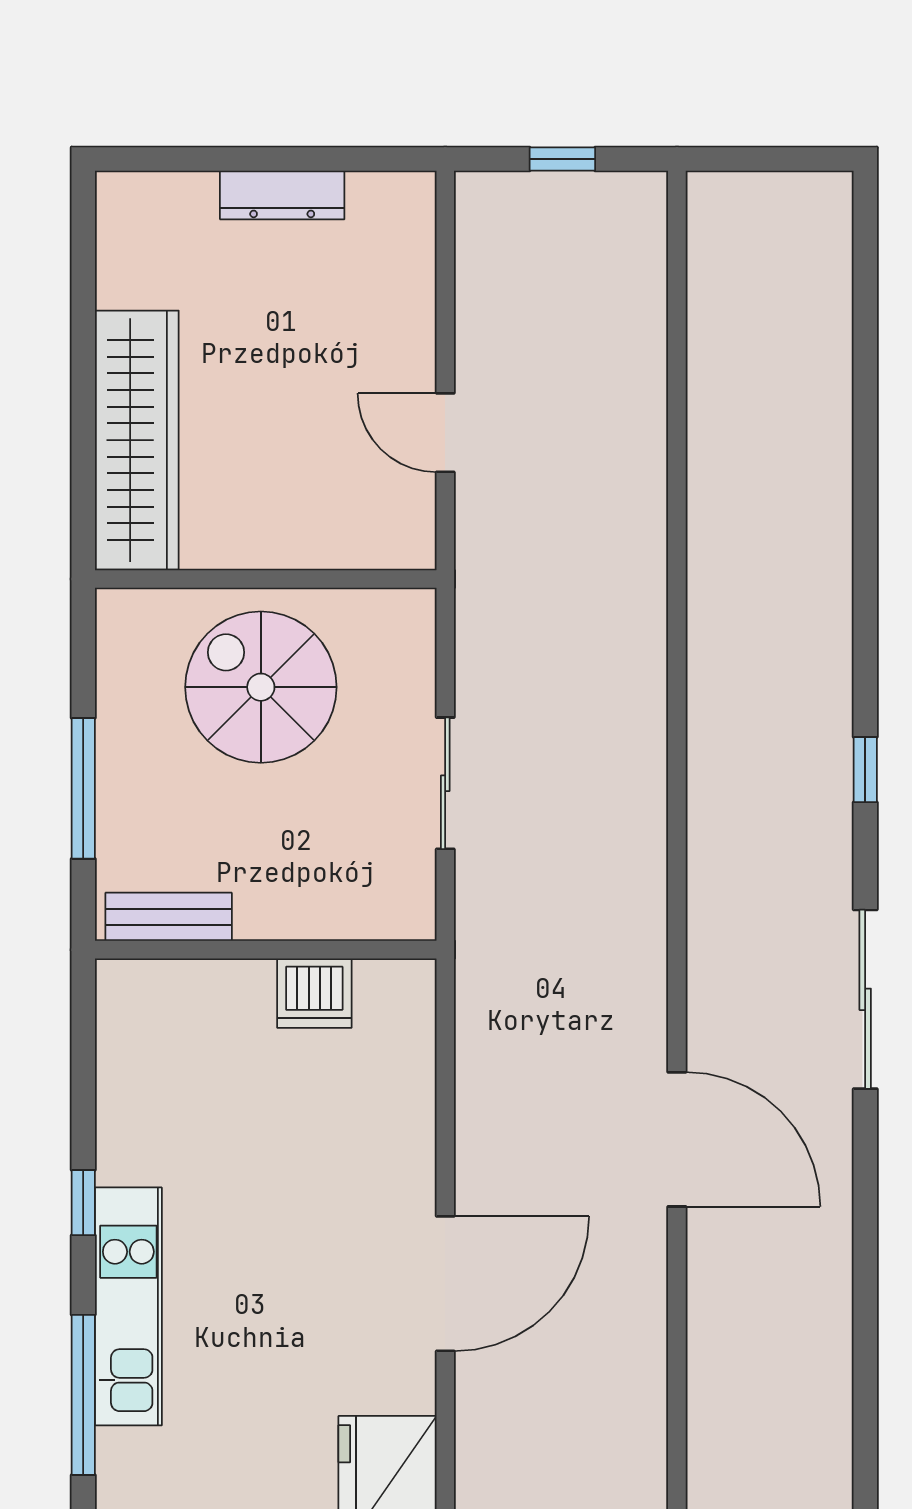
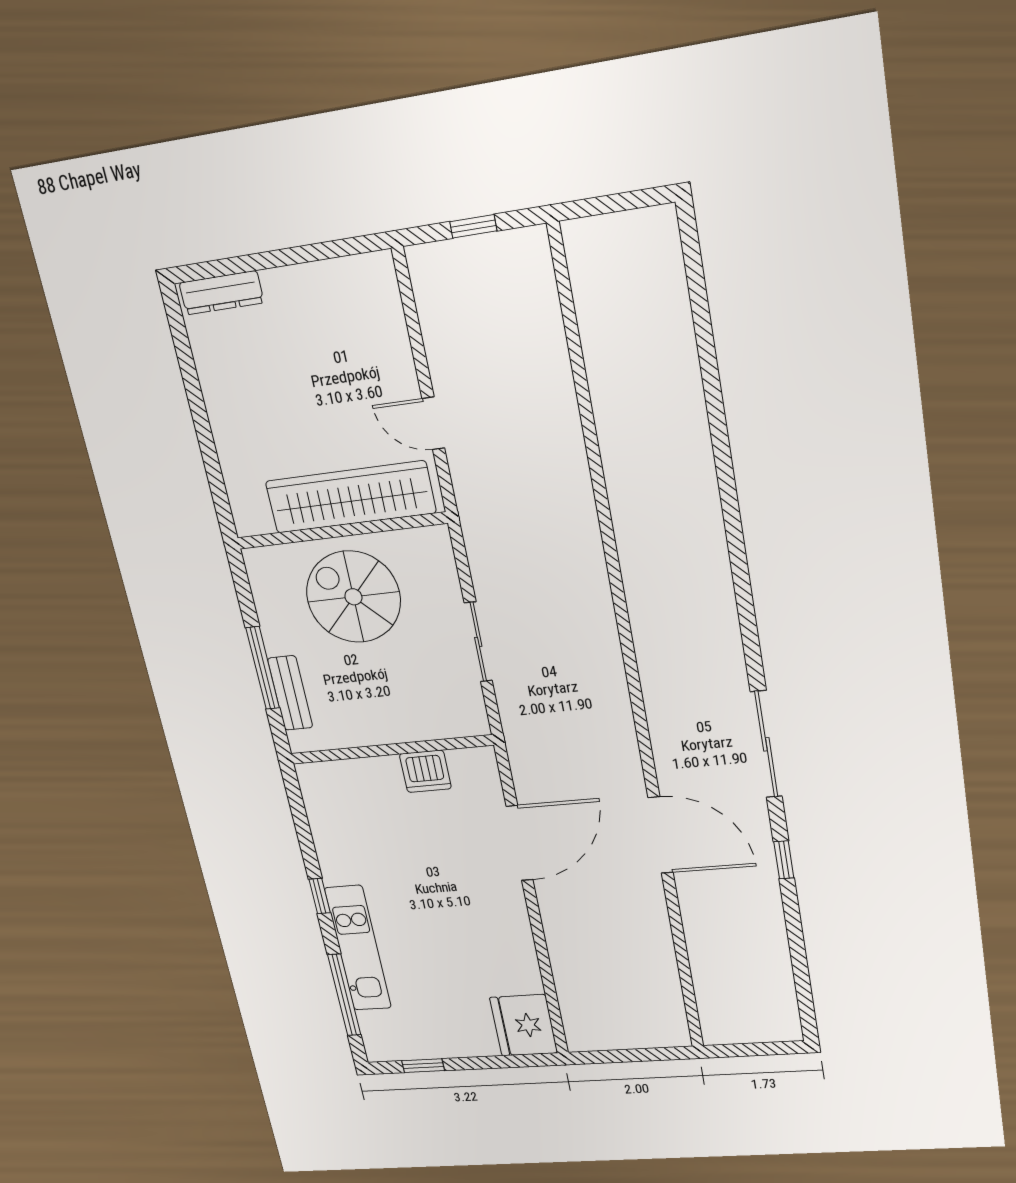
dresser: (282, 195) -> (221, 293), moved
wardrobe: (137, 440) -> (350, 497), moved, turned -90
window: (865, 770) -> (784, 860), moved
bench: (169, 917) -> (290, 693), moved, turned 90
door: (445, 1284) -> (520, 843), moved

